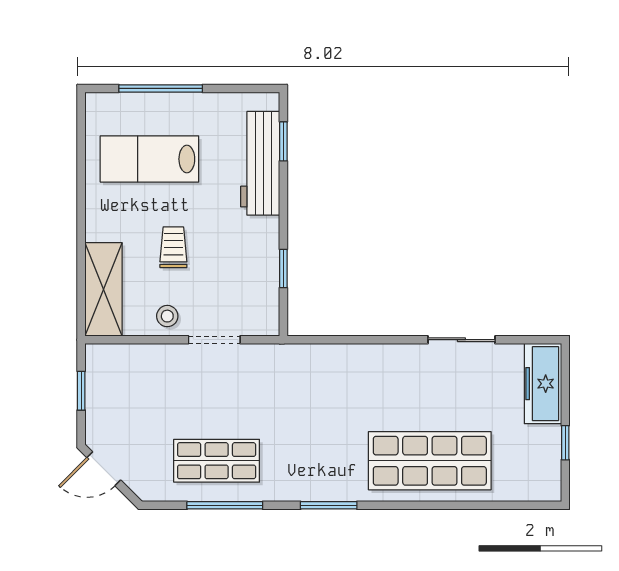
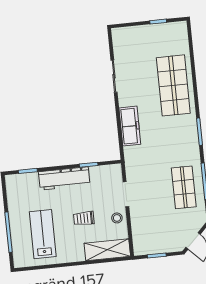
lab bench: (149, 159) -> (43, 234), turned 180
workbench: (260, 163) -> (64, 178), moved
freezer: (543, 384) -> (130, 126), moved, turned -90

